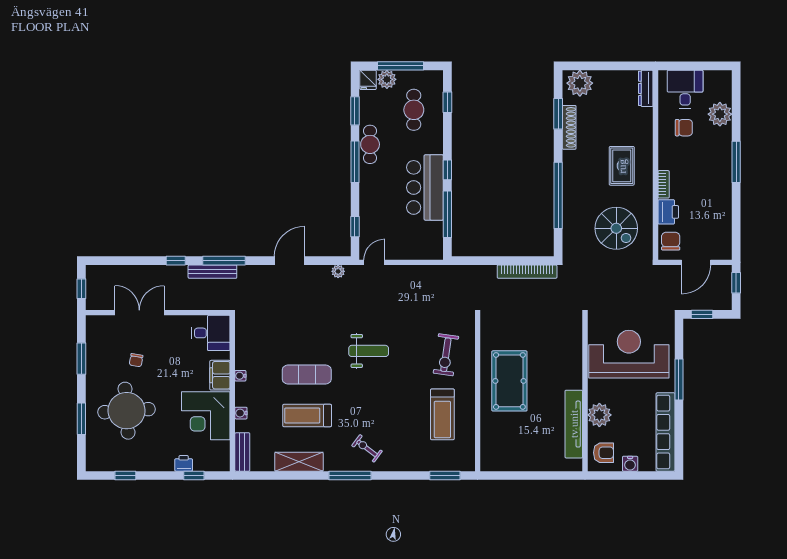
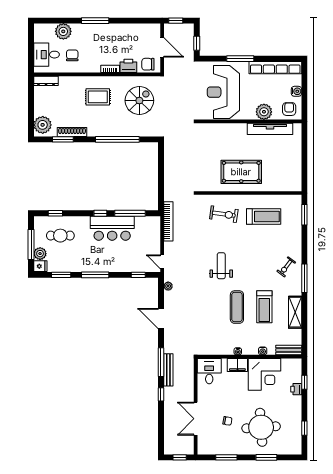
cafe table: (370, 144) -> (83, 265), removed
bookcase: (527, 272) -> (168, 221), moved

